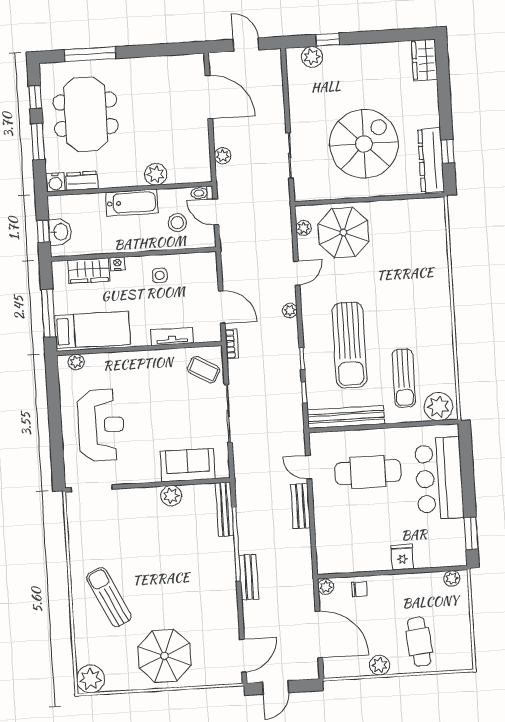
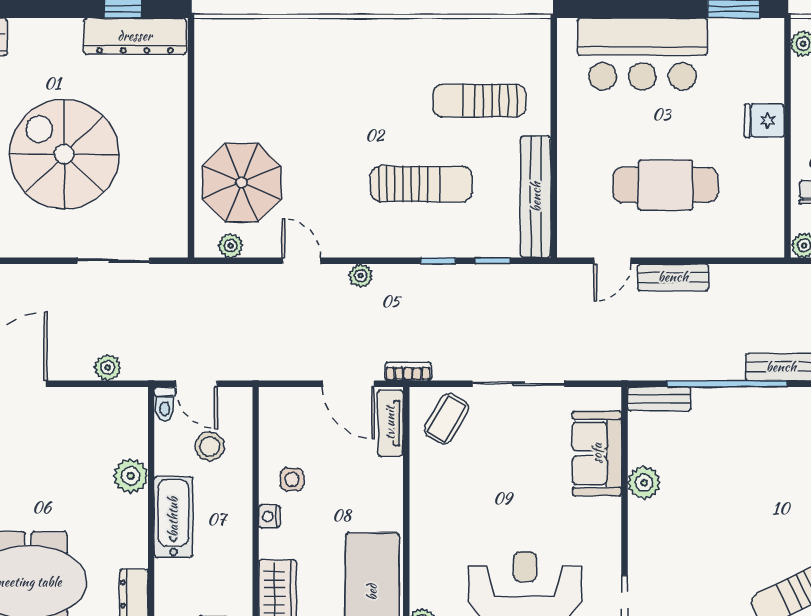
spiral stairs: (364, 144) -> (64, 154), moved
door: (216, 212) -> (196, 384), hinge flipped
nightstand: (117, 264) -> (269, 516), moved
door: (222, 307) -> (348, 384), swing flipped
tv unit: (172, 336) -> (390, 423), moved
sun lounger: (349, 345) -> (421, 184), width x0.73, depth x0.75
sun lounger: (404, 378) -> (479, 101), turned 180
plant: (438, 407) -> (528, 48), removed
cafe table: (368, 472) -> (665, 185), moved, turned 90
bench: (225, 509) -> (659, 399), width x0.73

